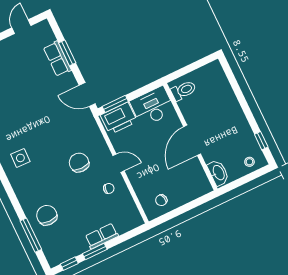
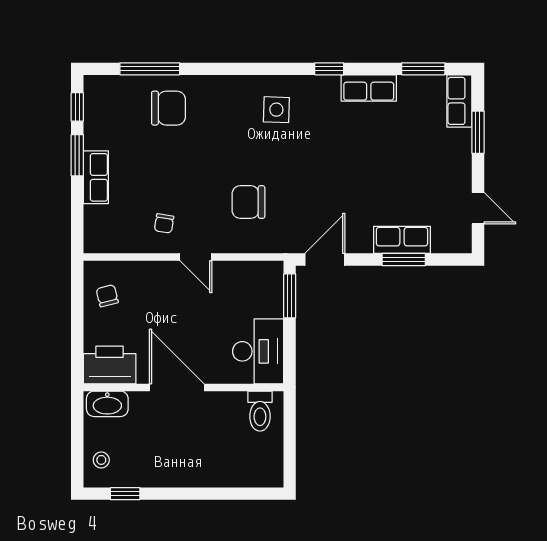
printer: (119, 118) -> (110, 365), moved, turned 90
chair: (79, 163) -> (248, 202), moved, turned 180
door: (118, 163) -> (196, 257), hinge flipped

